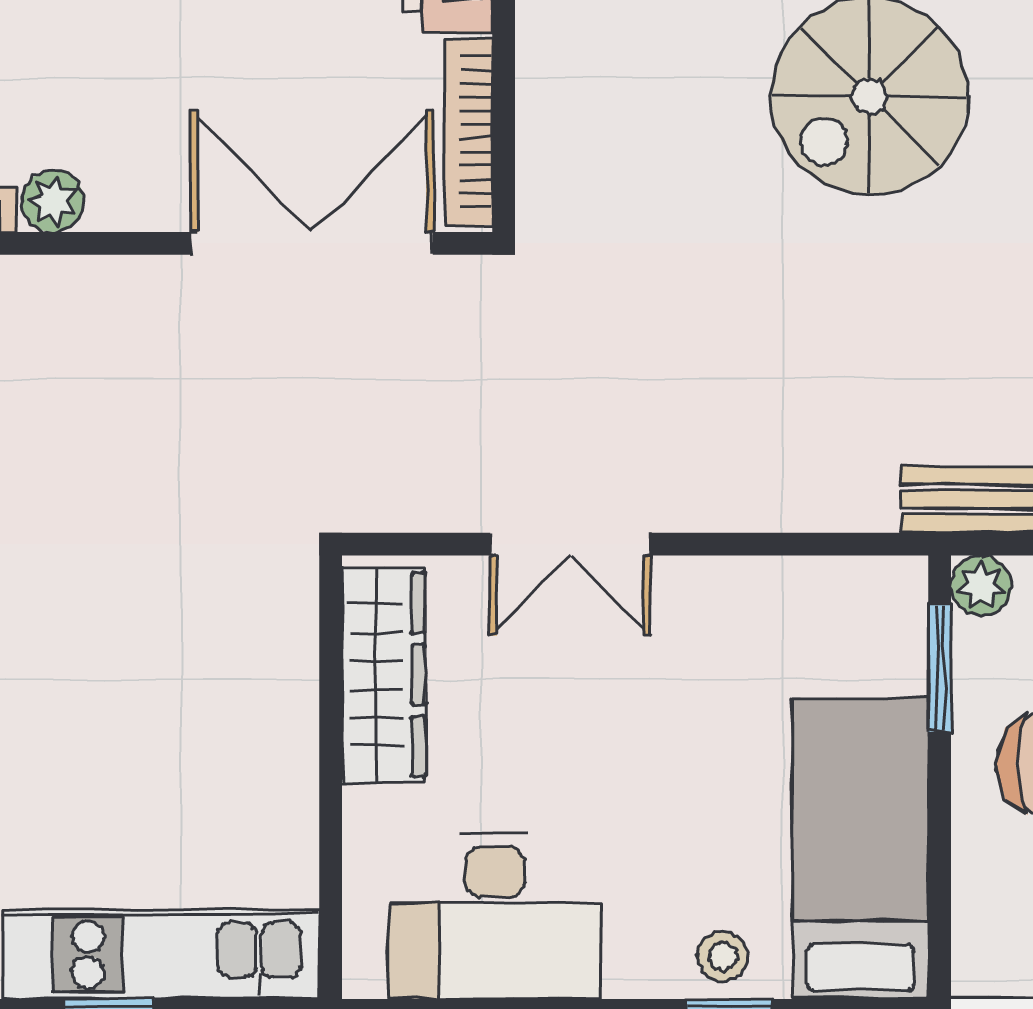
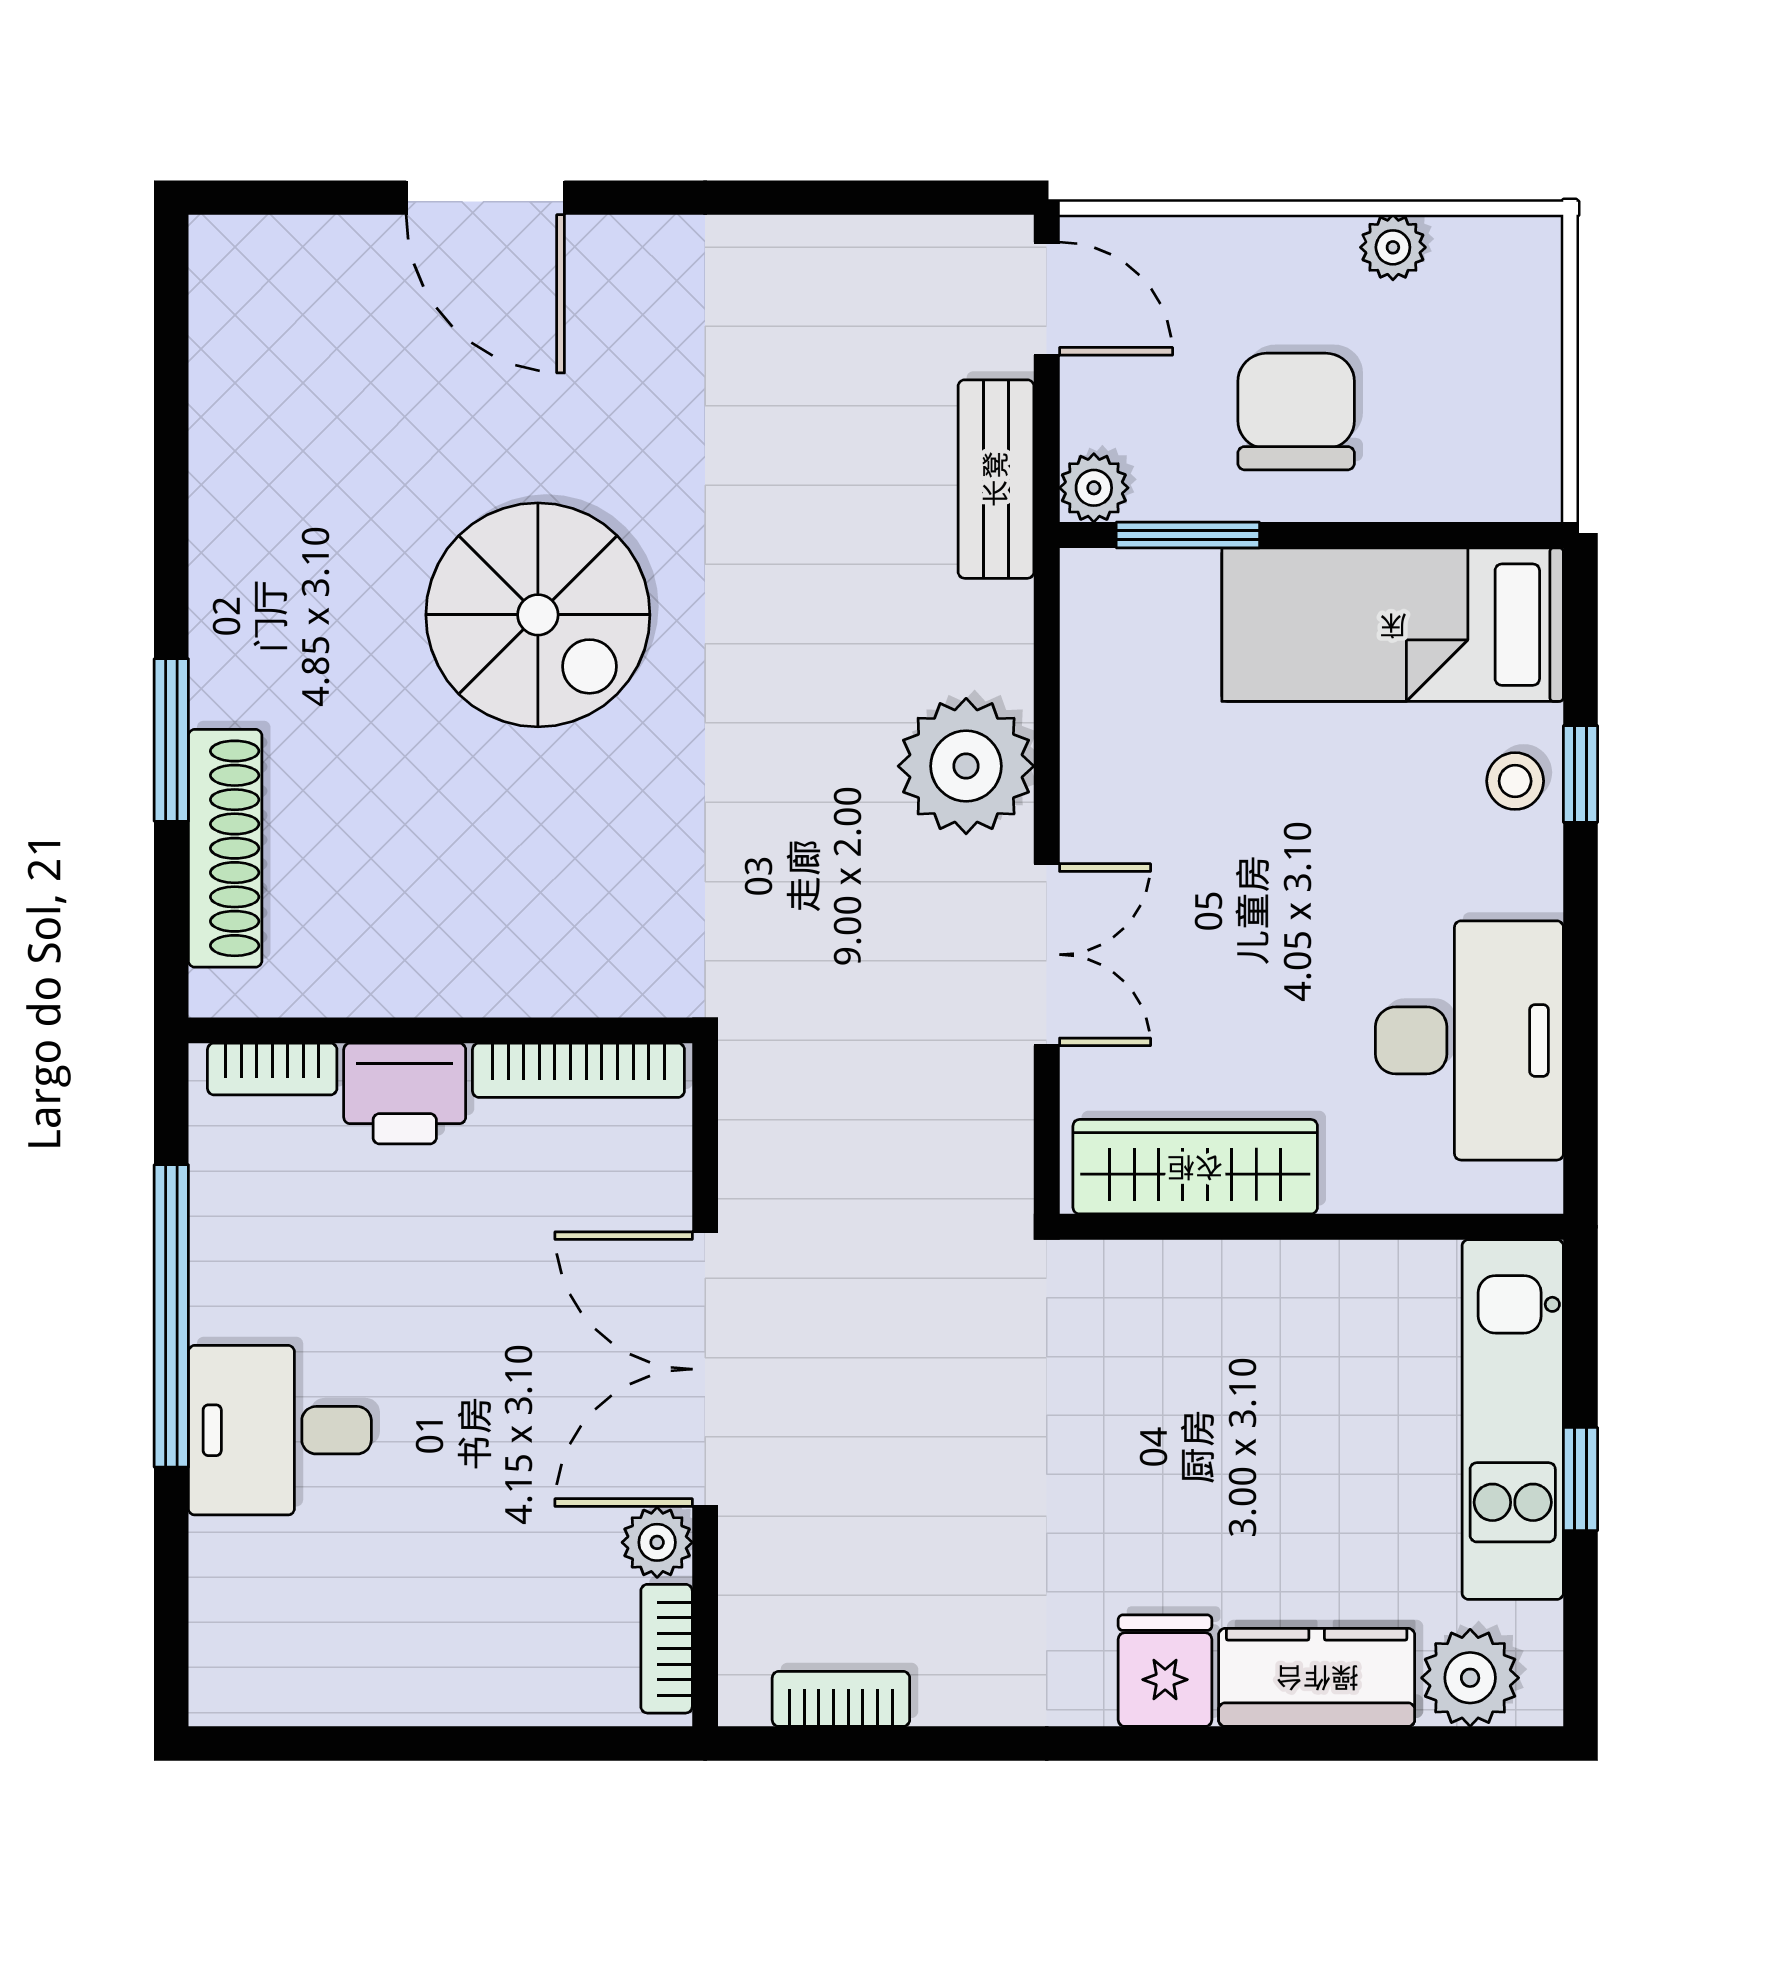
double door: (312, 243) -> (705, 1369), moved
plant: (736, 473) -> (966, 766), added

